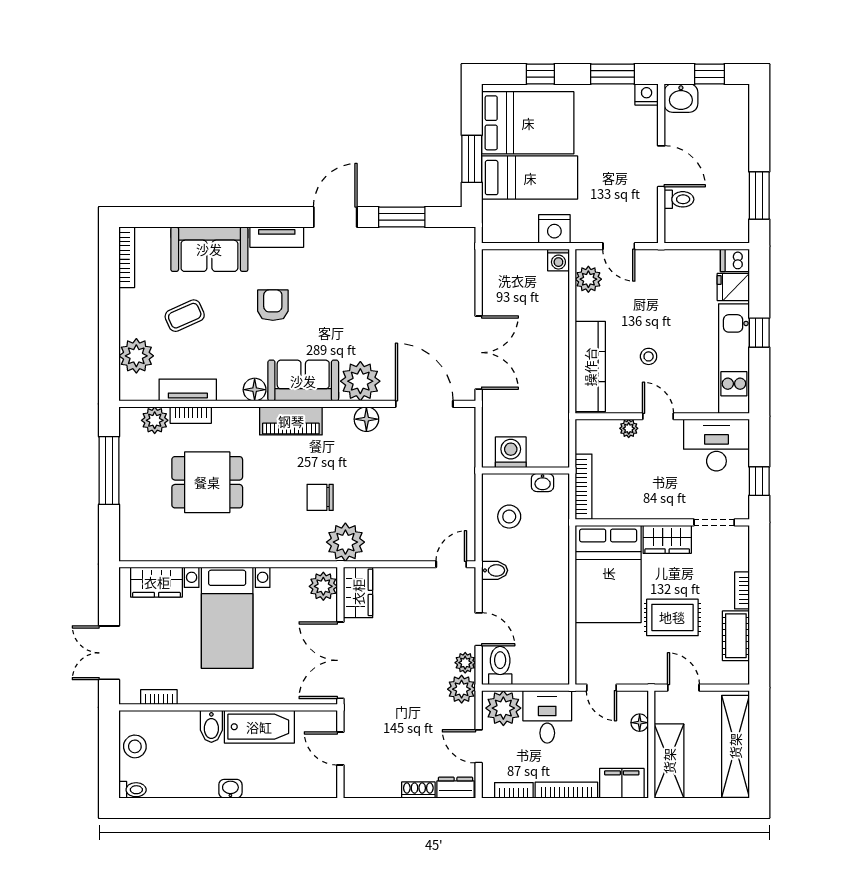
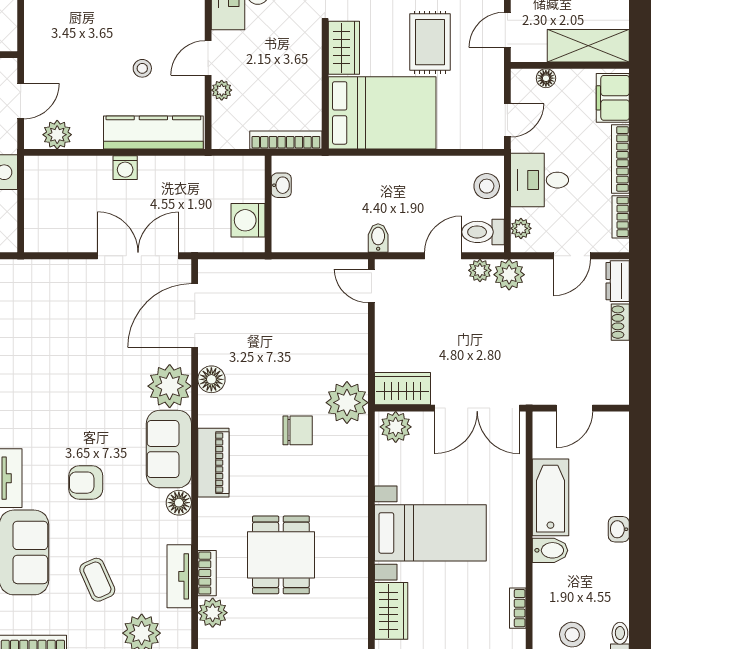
washing machine: (558, 260) -> (125, 168), moved, turned 90
chair: (320, 497) -> (298, 430), turned -90
stool: (509, 517) -> (487, 186), moved
plant: (503, 708) -> (521, 228), width x0.53, depth x0.53

